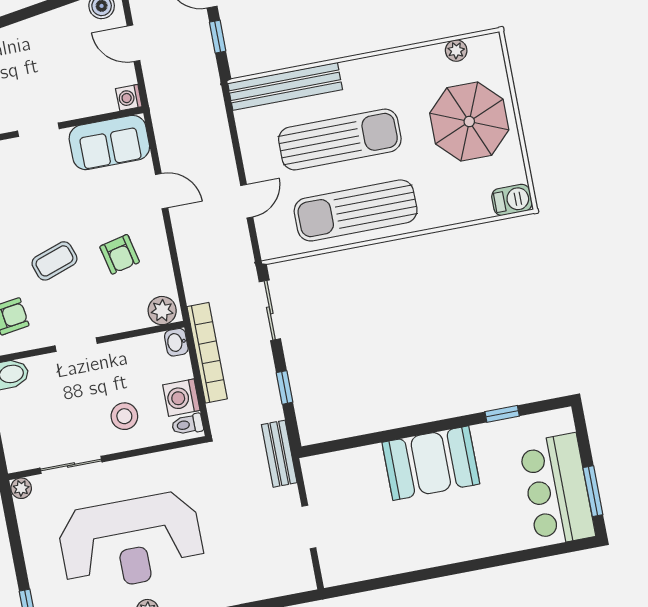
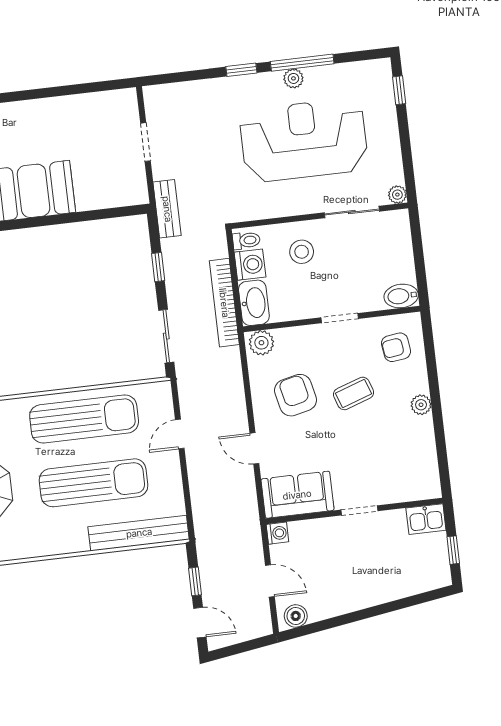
sun lounger: (340, 139) -> (94, 483), turned 180
armchair: (120, 254) -> (295, 395), width x1.38, depth x1.38
washbasin: (176, 342) -> (254, 303), width x1.91, depth x1.45

